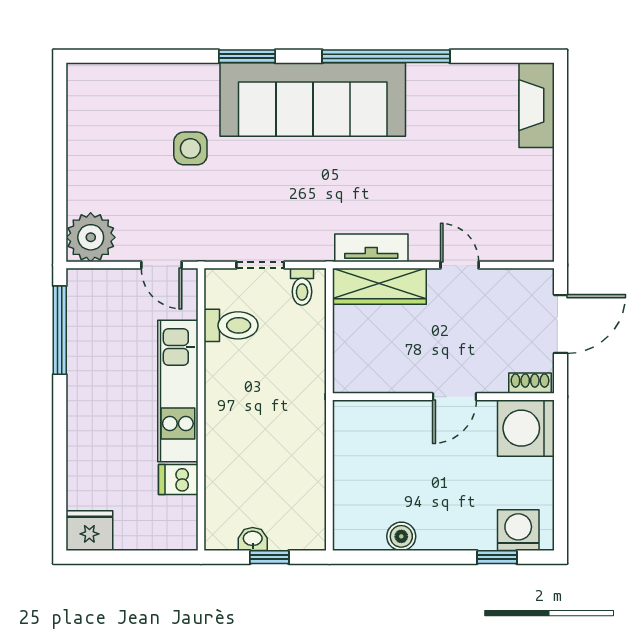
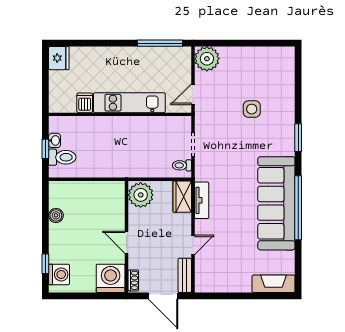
sofa: (313, 100) -> (276, 203), moved
bench: (520, 281) -> (185, 275), added
wardrobe: (379, 286) -> (182, 197), width x0.67
toilet: (231, 325) -> (62, 157), moved, turned -90
plant: (361, 369) -> (141, 195), added

